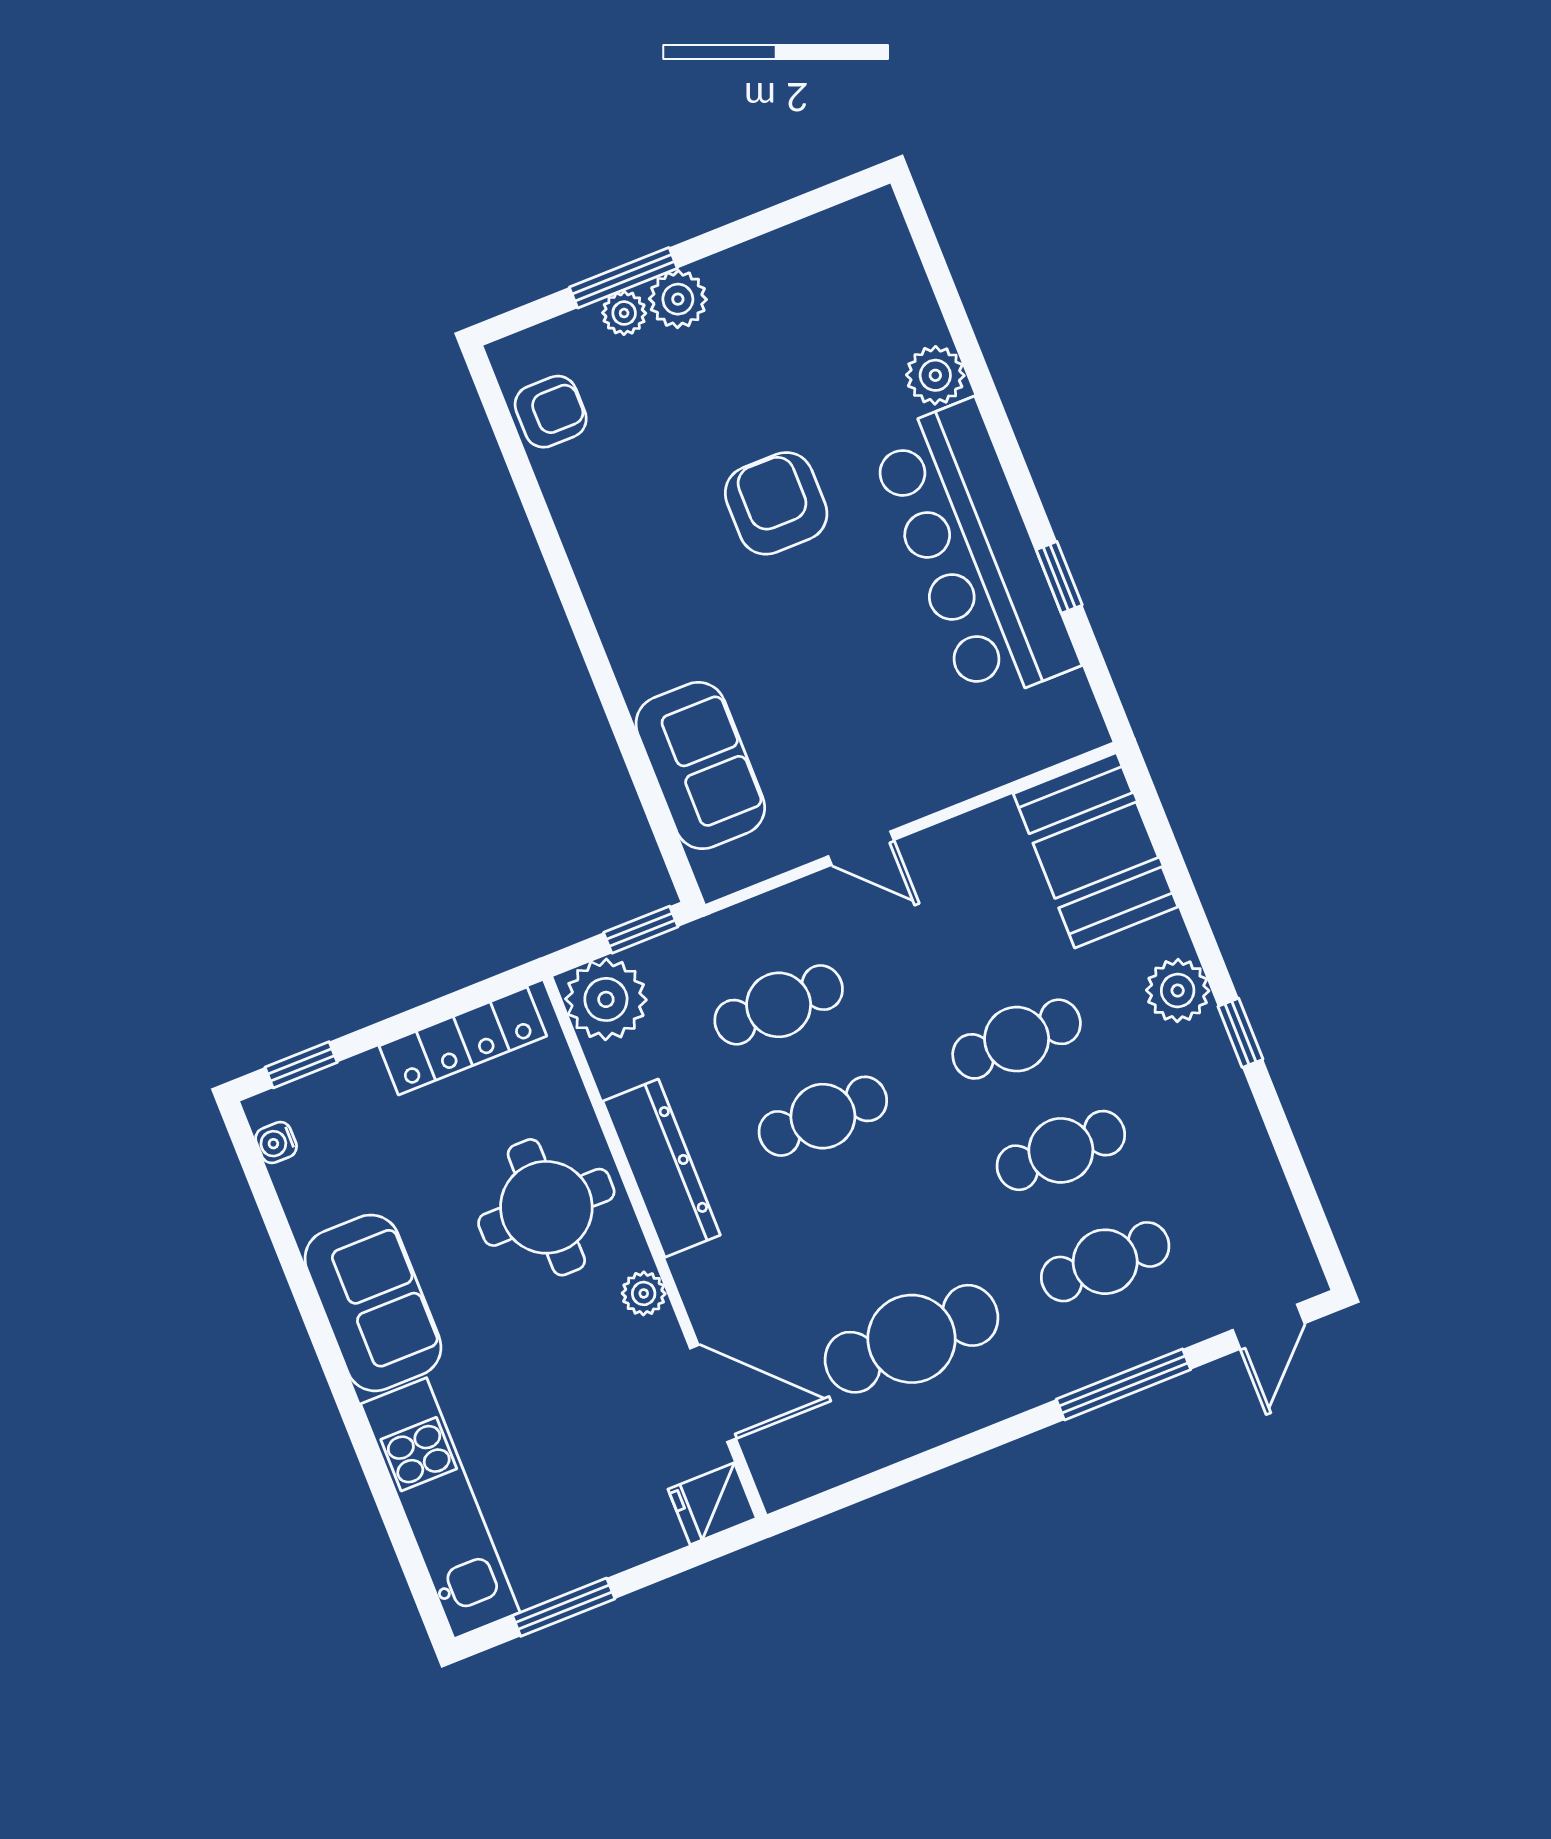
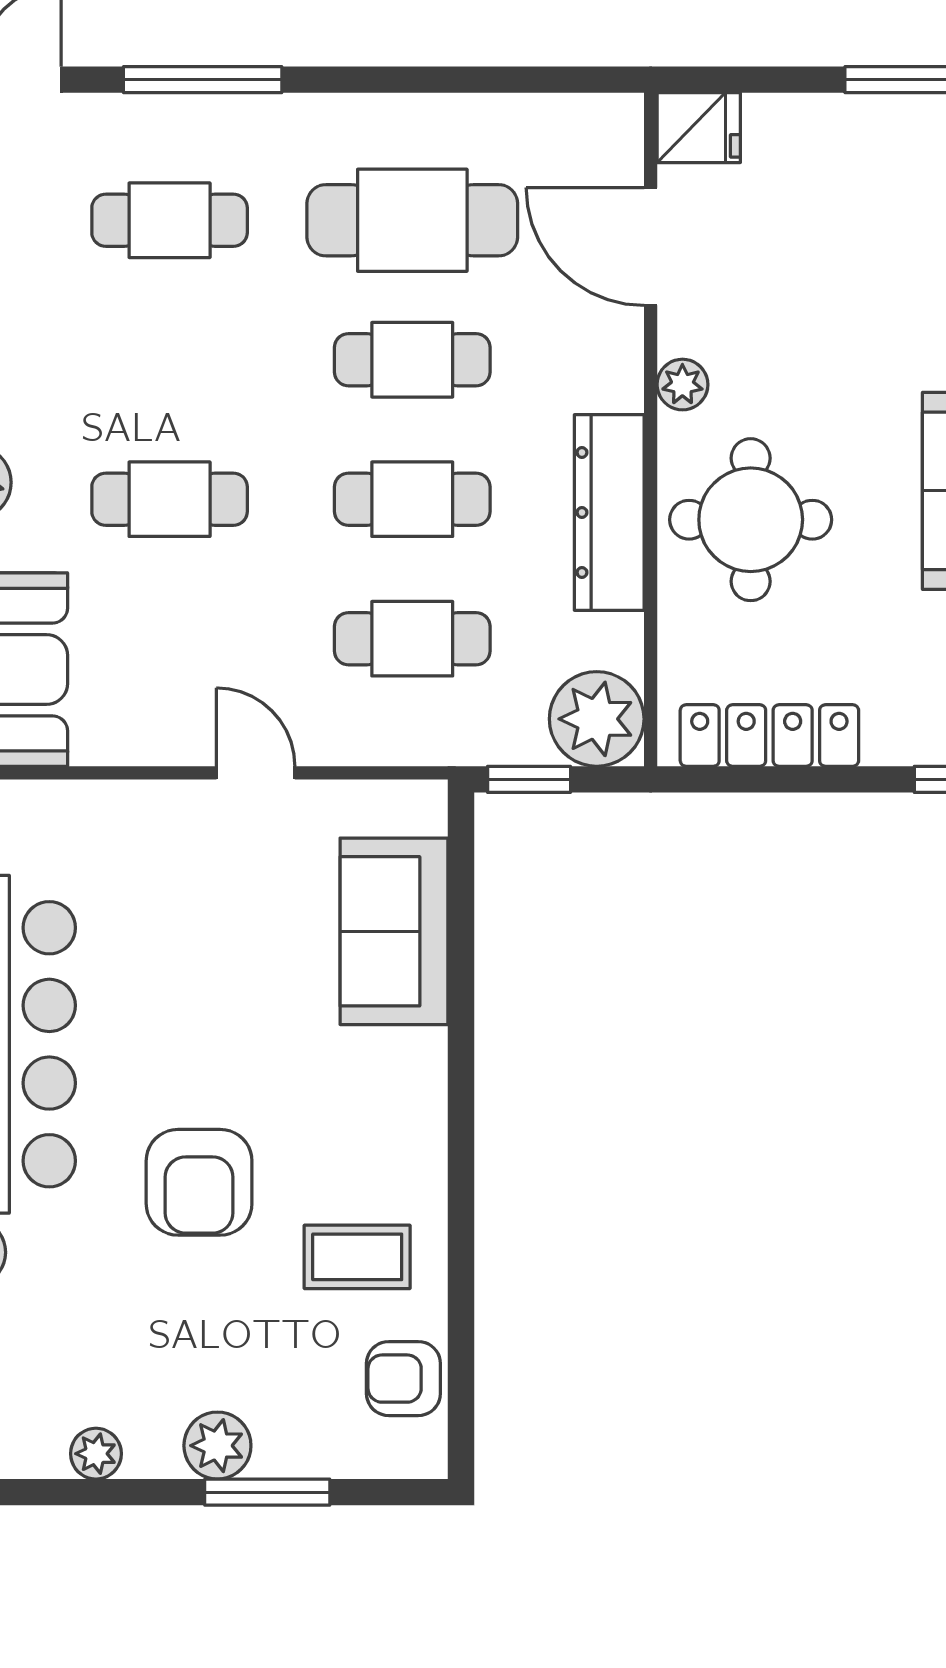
plant: (624, 313) -> (96, 1454), moved
coffee table: (626, 494) -> (357, 1257), added
cafe table: (1061, 1150) -> (412, 360), moved

